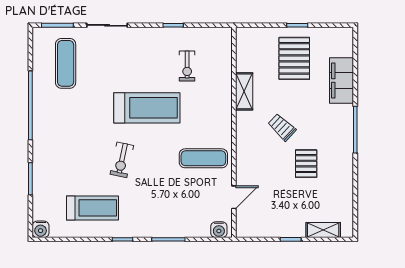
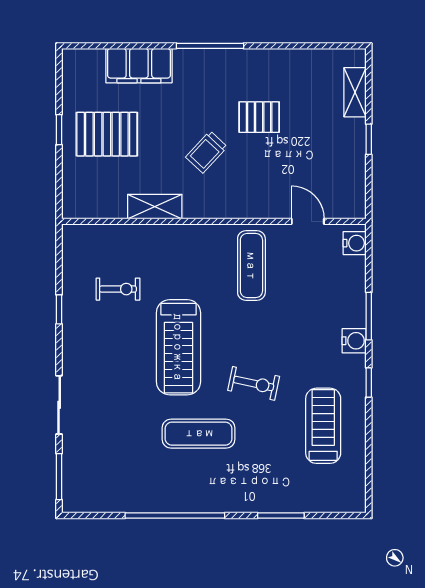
exercise mat: (66, 63) -> (199, 434), moved
treadmill: (147, 108) -> (178, 347), turned 180
water cooler: (41, 229) -> (354, 341), moved

